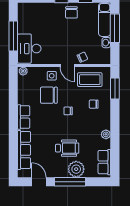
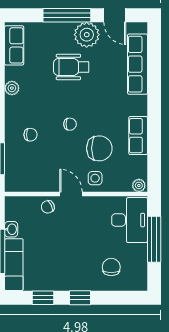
chair: (71, 12) -> (111, 267), moved
coffee table: (90, 80) -> (36, 172), removed
row of seats: (24, 117) -> (138, 136), moved
plant: (76, 169) -> (87, 35), moved

